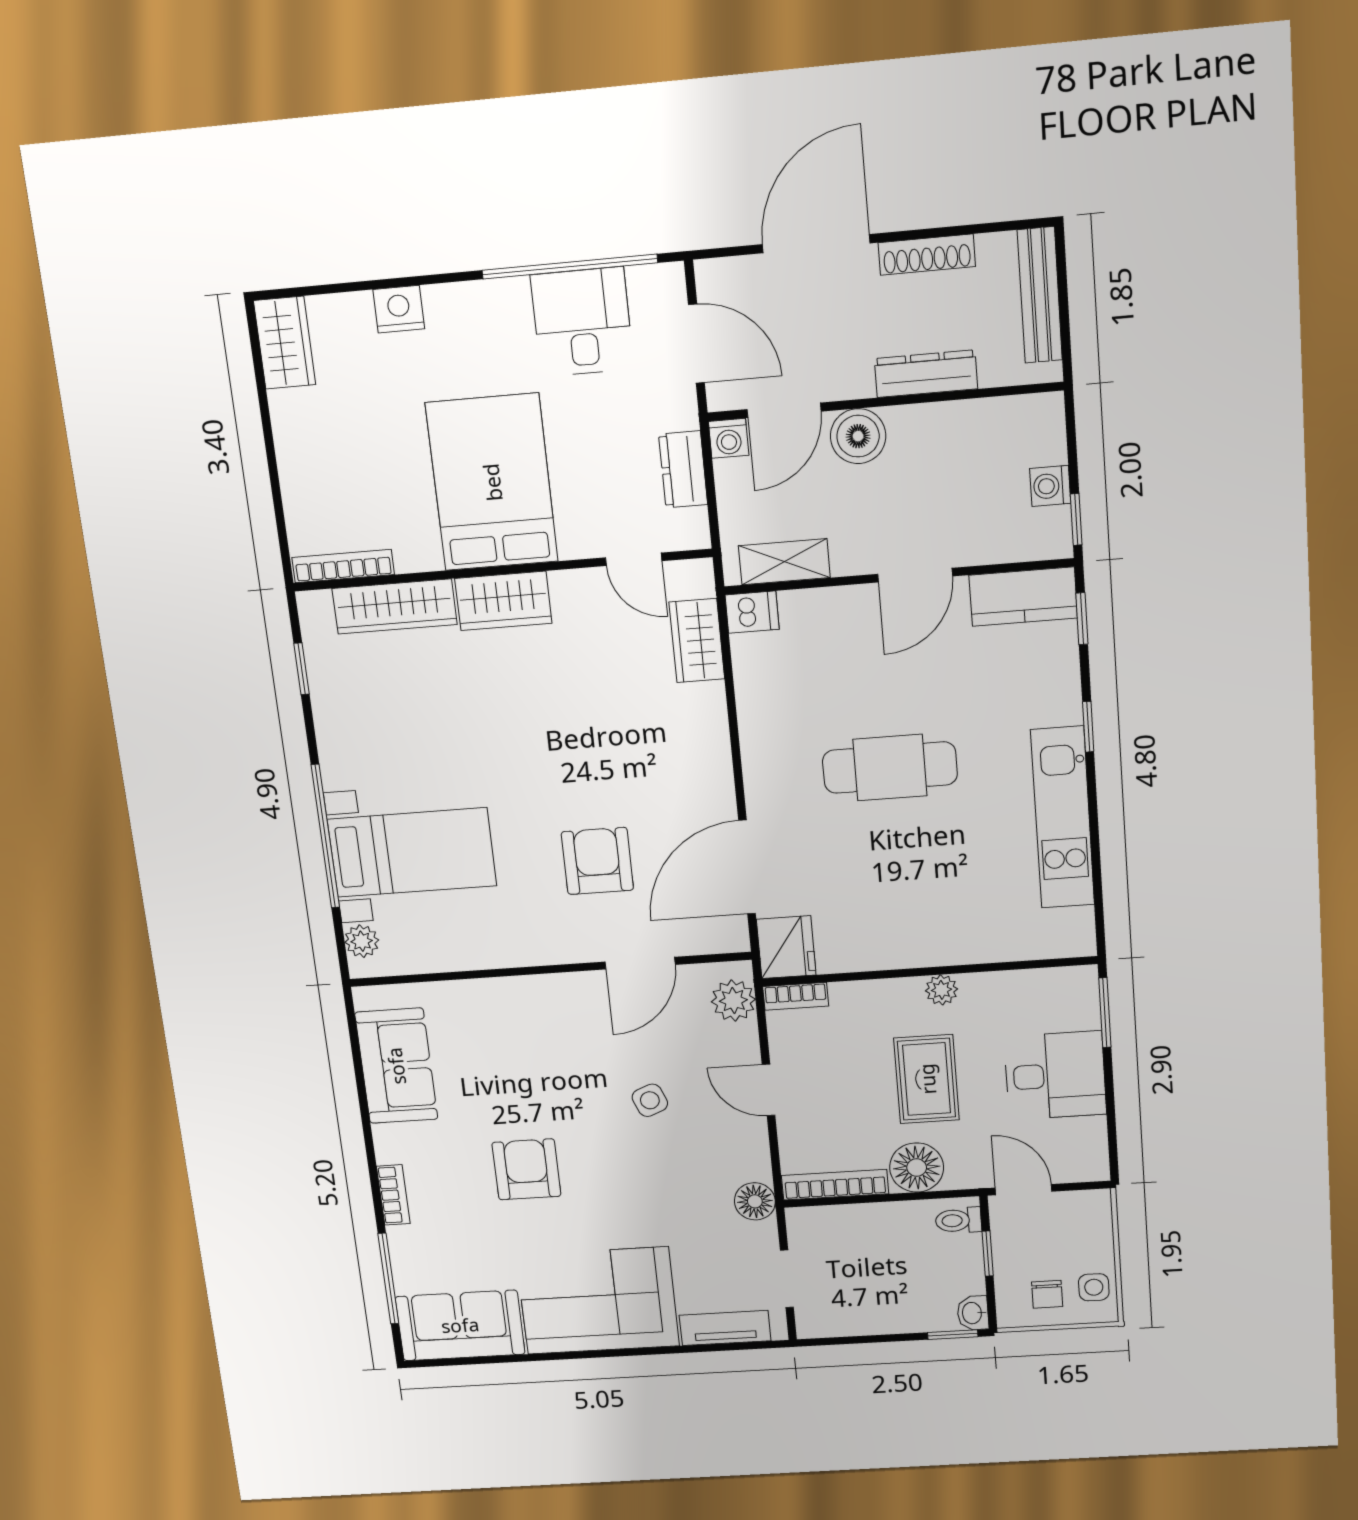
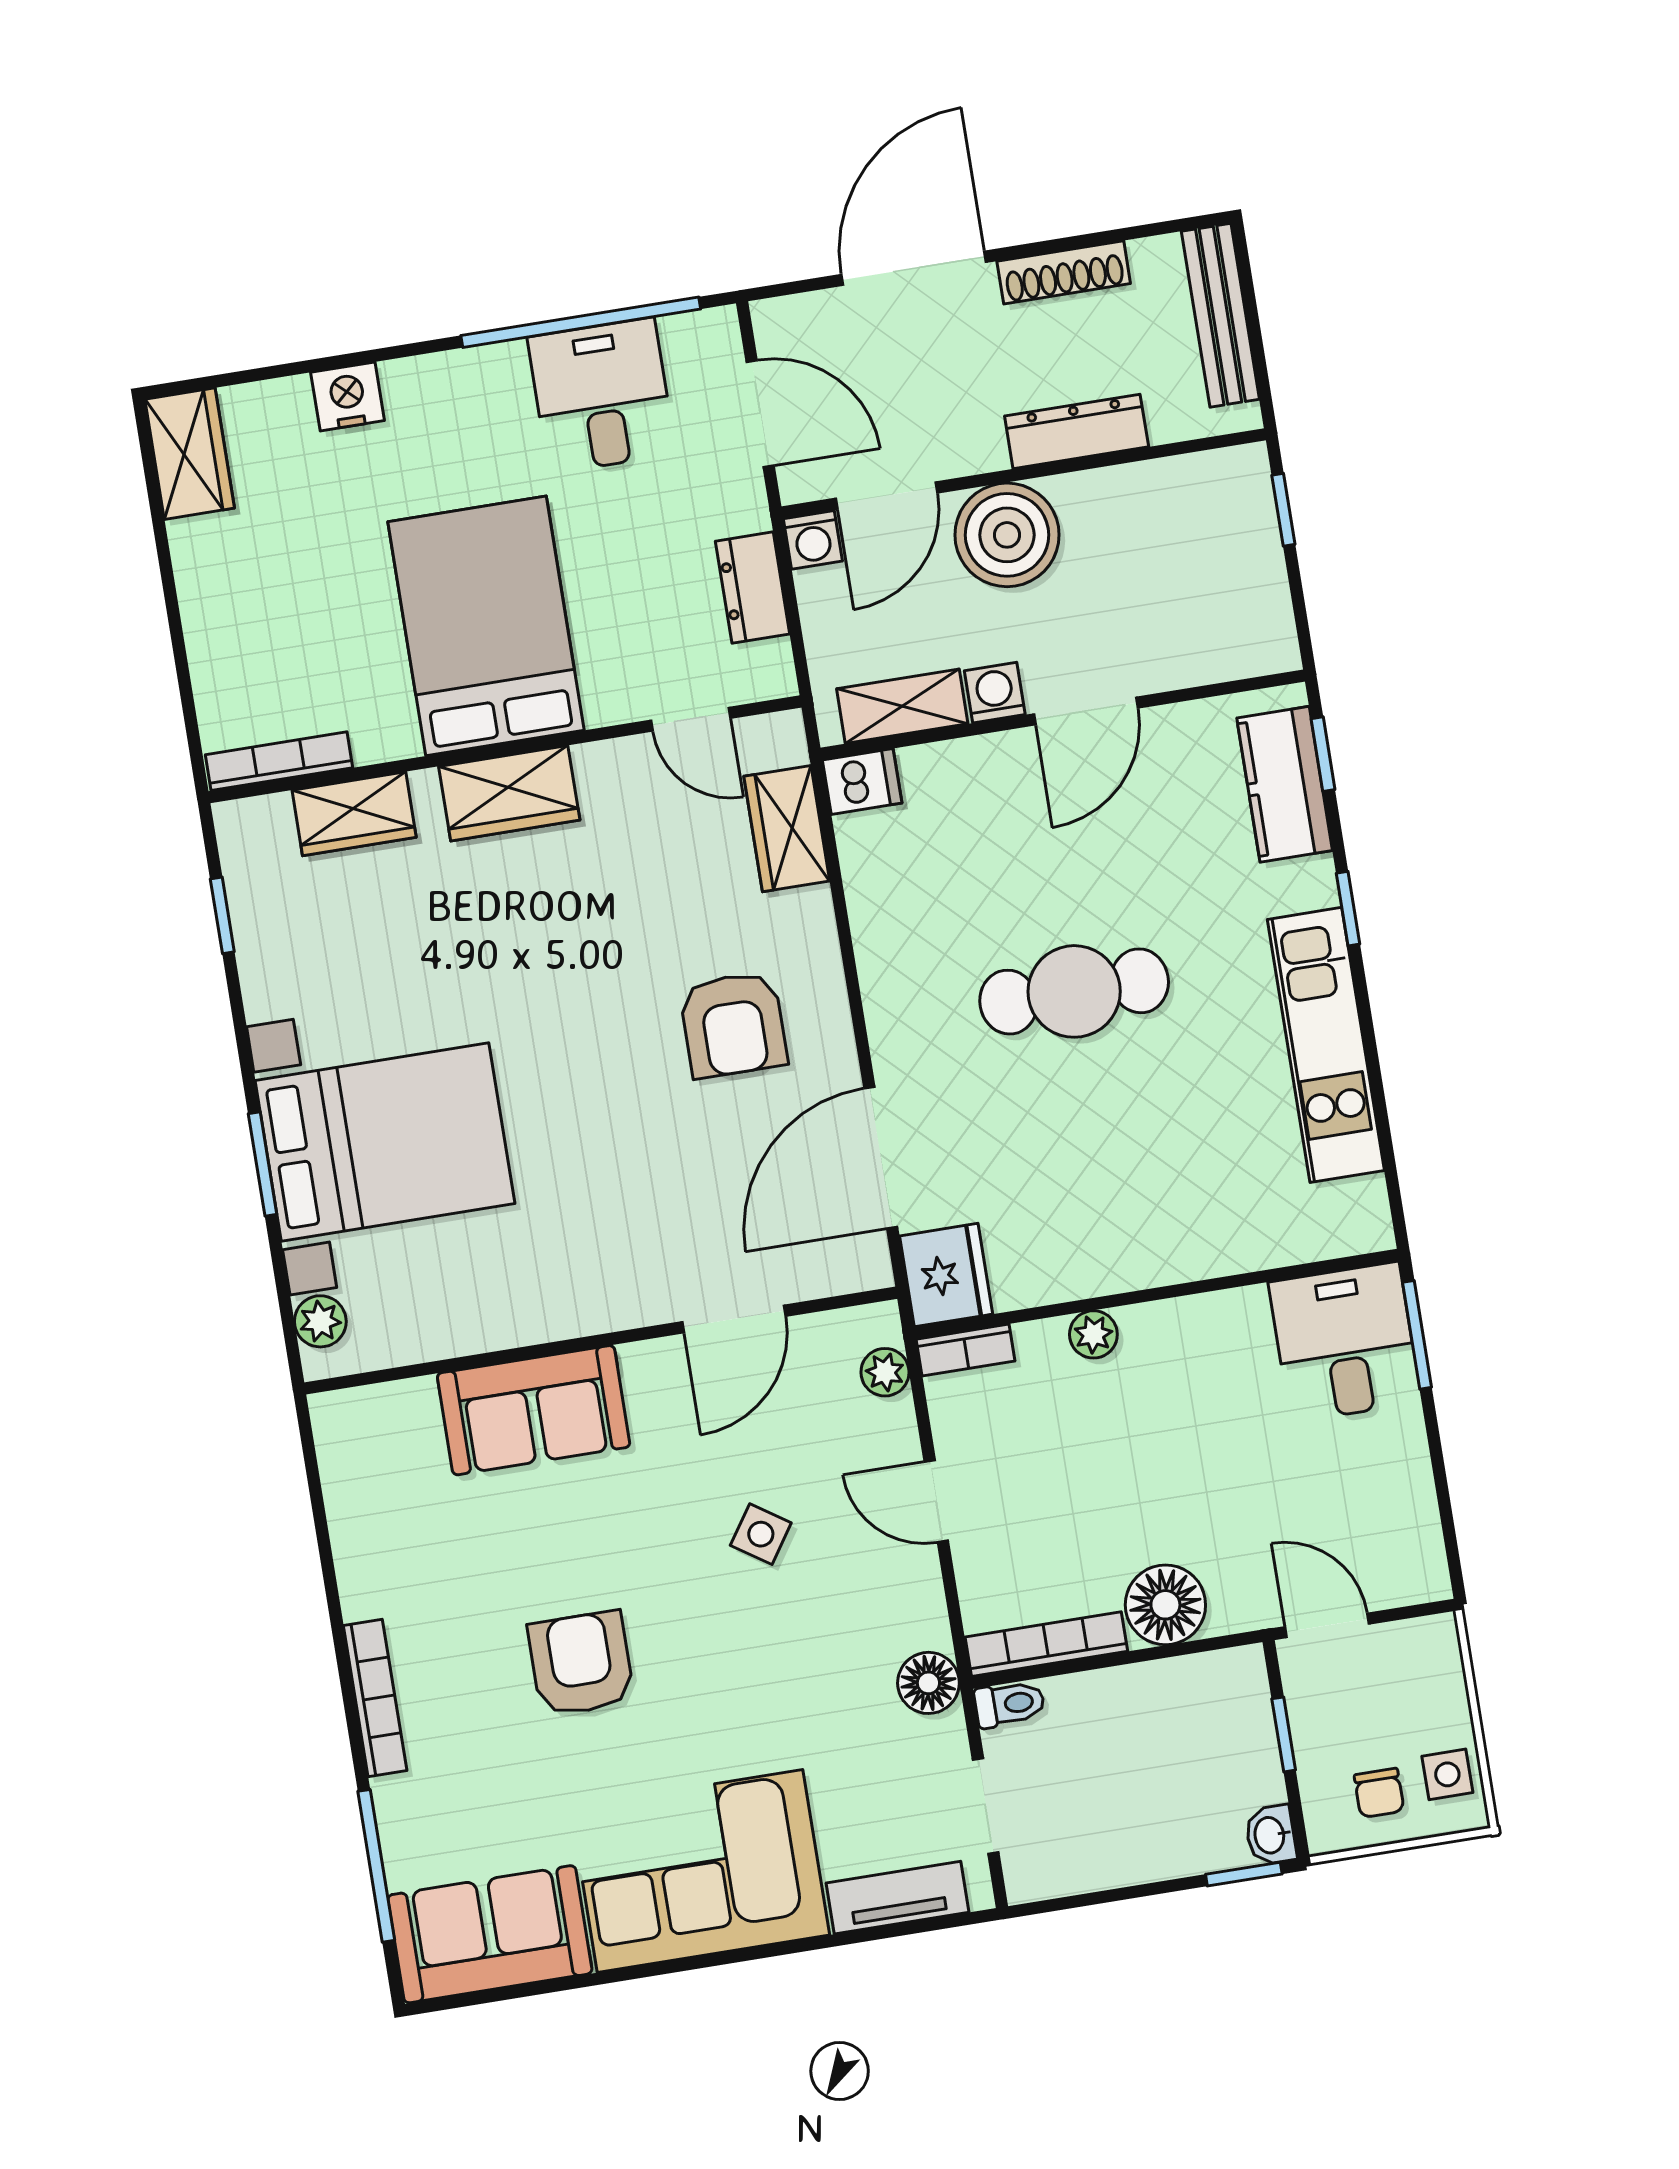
boiler: (858, 436) -> (1007, 535), width x1.37, depth x1.37
washing machine: (1050, 486) -> (995, 693), moved, turned 90
window: (1076, 519) -> (1283, 510), moved
kitchen counter: (1023, 597) -> (1285, 784), moved, turned 90
wardrobe: (395, 606) -> (354, 814), width x0.67
window: (325, 836) -> (263, 1164), width x0.47
bed with nightstands: (412, 852) -> (385, 1142), width x1.36
armchair: (597, 861) -> (733, 1025), moved, turned 180
plant: (941, 990) -> (1093, 1334), moved
plant: (733, 1001) -> (885, 1372), width x0.73, depth x0.73
sofa: (396, 1066) -> (534, 1410), moved, turned 90
desk: (1055, 1076) -> (1345, 1342), moved, turned -90
rug: (927, 1079) -> (1168, 1462), removed
side table: (650, 1100) -> (761, 1534), turned -34
bookcase: (393, 1195) -> (375, 1698), width x1.56
toilet: (958, 1220) -> (1010, 1704), moved, turned 180

